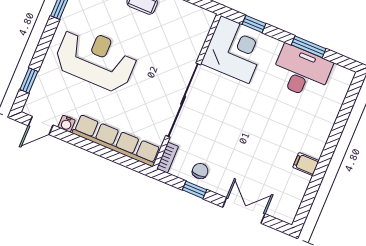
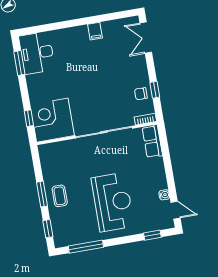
window: (309, 47) -> (19, 63), moved
reception desk: (96, 59) -> (113, 202), turned 180
desk: (301, 72) -> (37, 53), moved
row of seats: (116, 141) -> (152, 141), width x0.50
double door: (244, 210) -> (146, 38), moved

